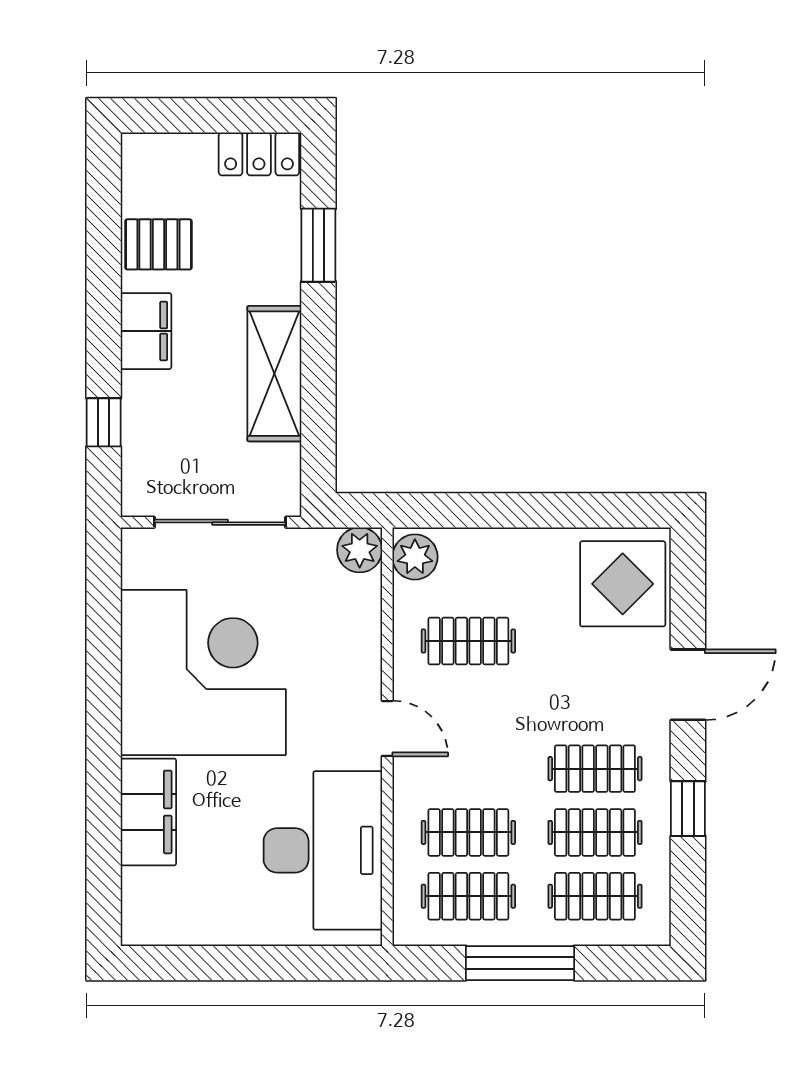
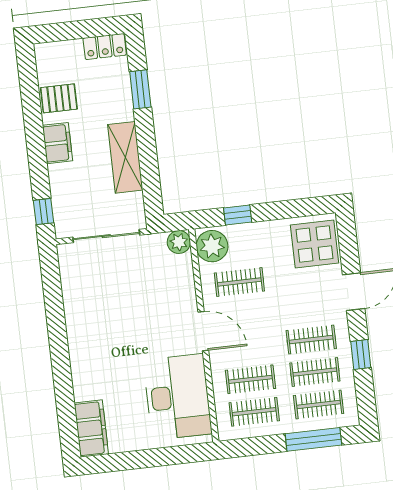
window: (104, 422) -> (44, 212), moved
window: (480, 510) -> (238, 215), added
plant: (415, 557) -> (212, 246), width x1.36, depth x1.36
corner desk: (203, 673) -> (106, 313), removed
door: (387, 728) -> (203, 331), width x1.38
filing cabinet: (148, 812) -> (91, 428), moved
window: (520, 963) -> (313, 439), moved

